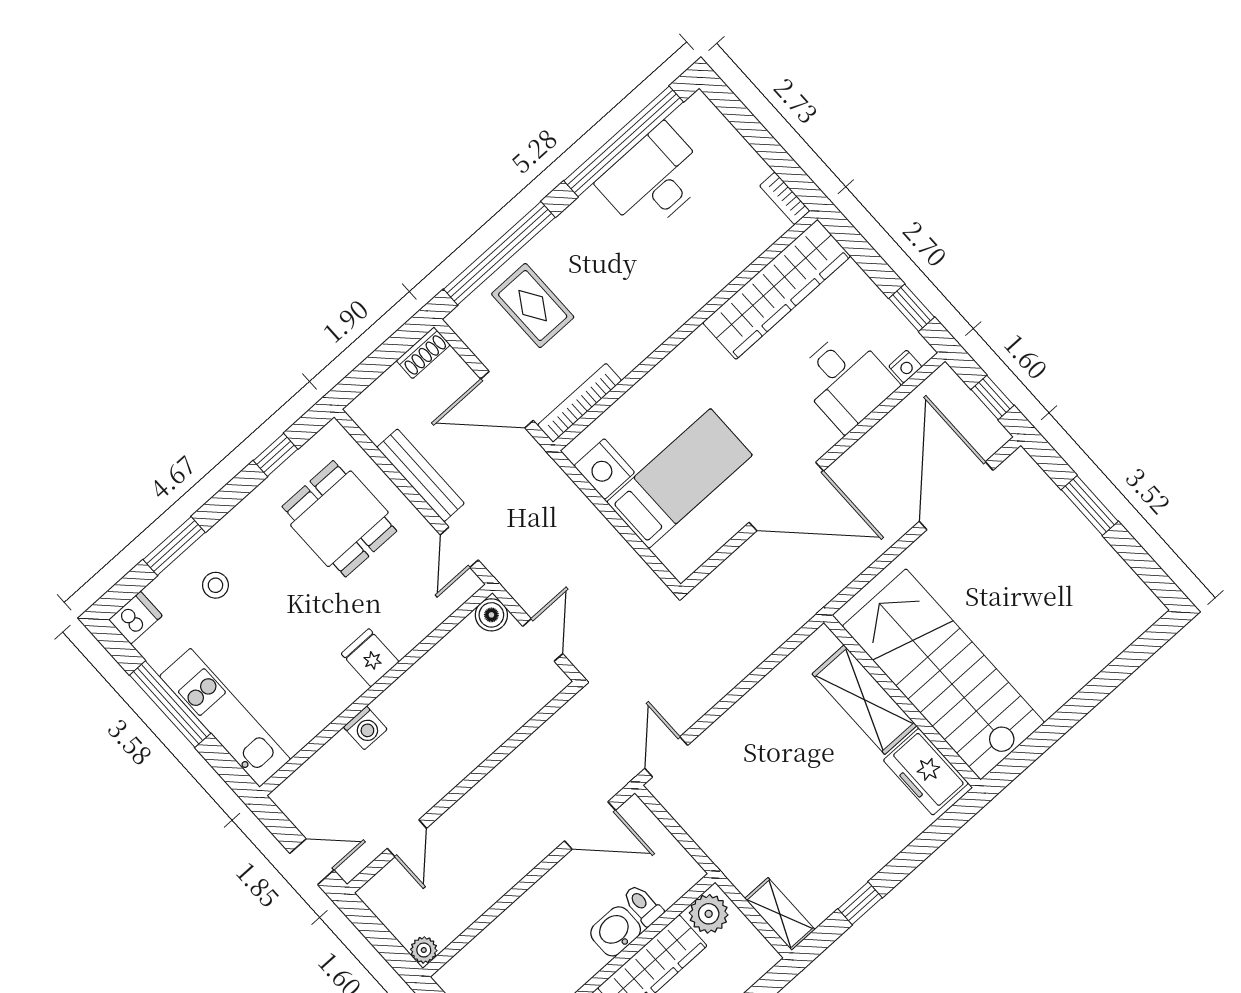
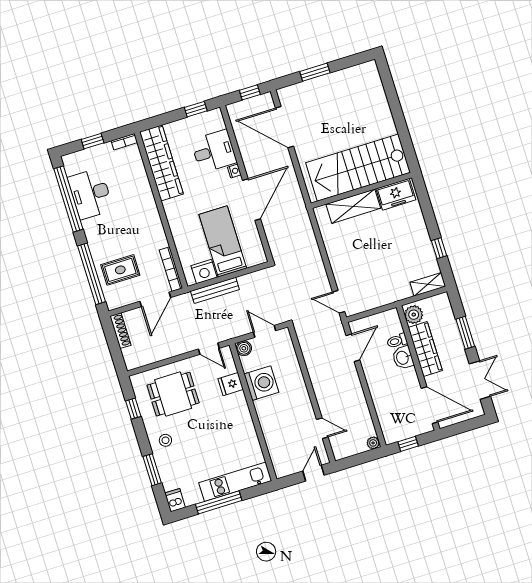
window: (757, 136) -> (93, 141), added
shoe rack: (423, 353) -> (120, 331), width x1.43
nightstand: (905, 367) -> (234, 171), moved
bench: (421, 475) -> (215, 290), moved
stool: (215, 585) -> (165, 440), moved
fridge: (370, 658) -> (231, 384), moved
washing machine: (365, 728) -> (261, 383), moved, width x1.89, depth x1.89

